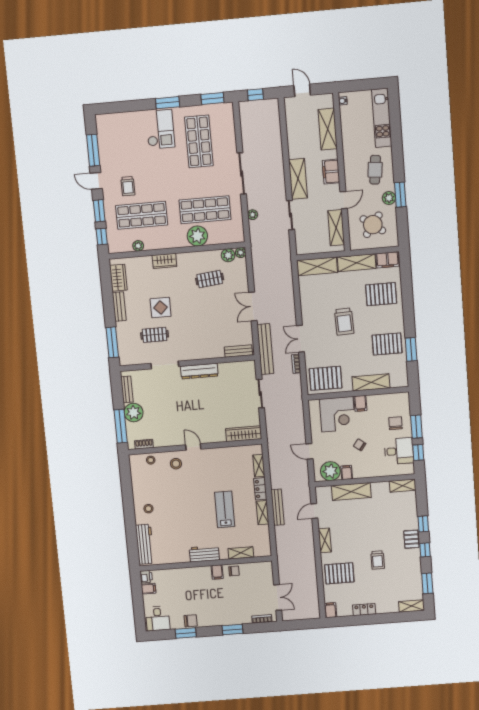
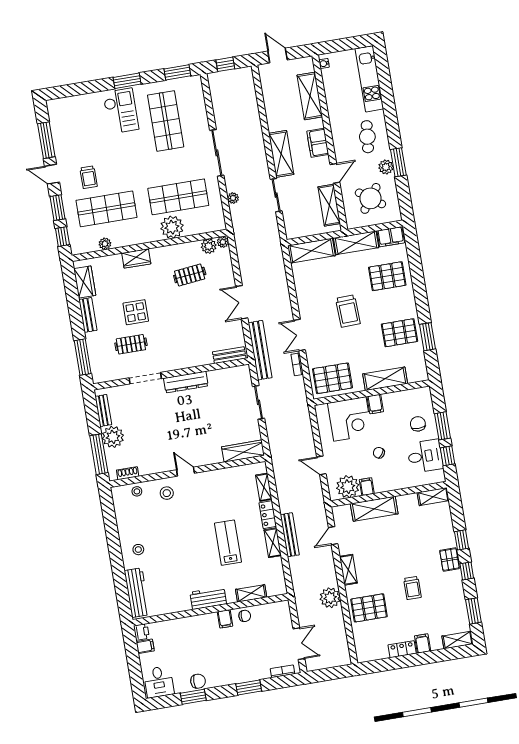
plant: (307, 562) -> (330, 598), added
filing cabinet: (330, 610) -> (423, 643), moved

